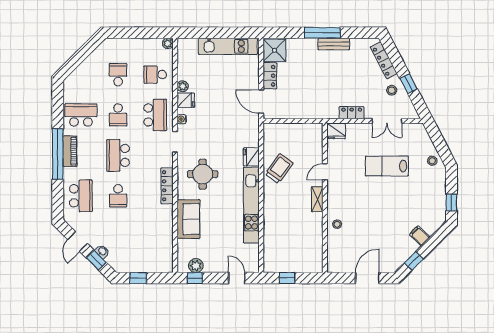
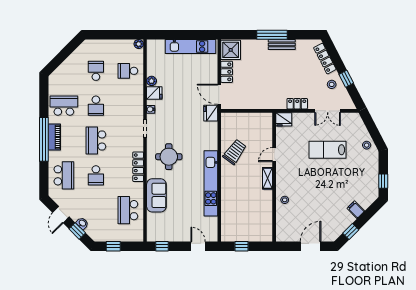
school desk: (155, 115) -> (128, 210), moved, turned 180
fridge: (251, 157) -> (211, 113), moved
plant: (196, 266) -> (163, 235), removed

